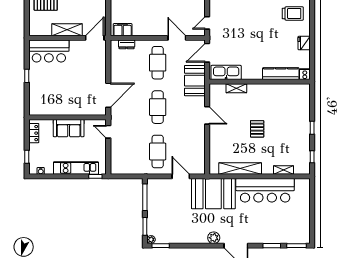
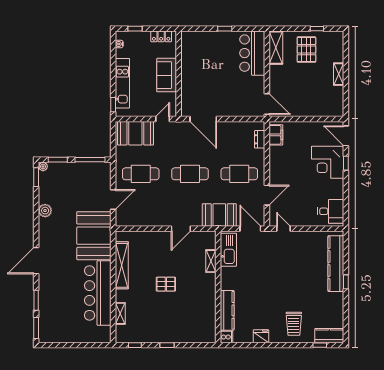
shelving: (67, 30) -> (276, 48), moved
booth: (121, 156) -> (135, 133), added
plant: (214, 238) -> (45, 211), moved

